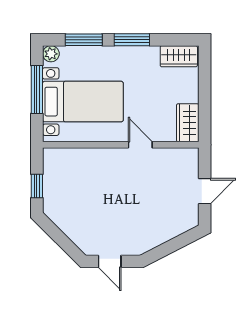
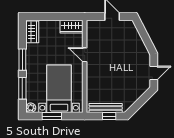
window: (37, 90) -> (52, 116), width x0.69
door: (140, 145) -> (85, 55), hinge flipped
bench: (50, 180) -> (106, 108), added

